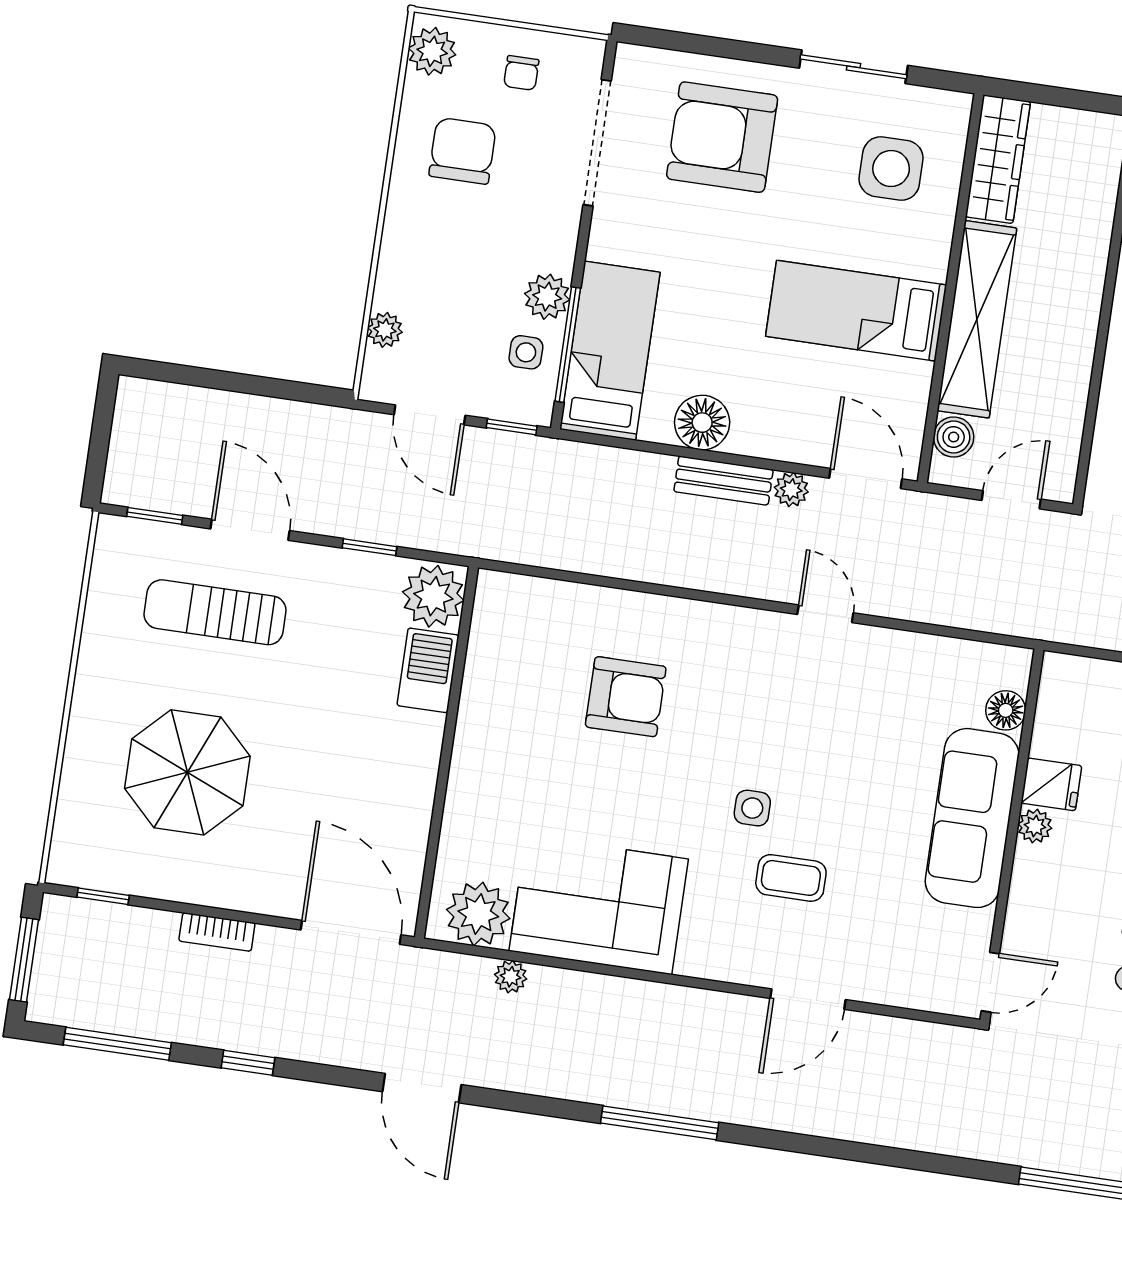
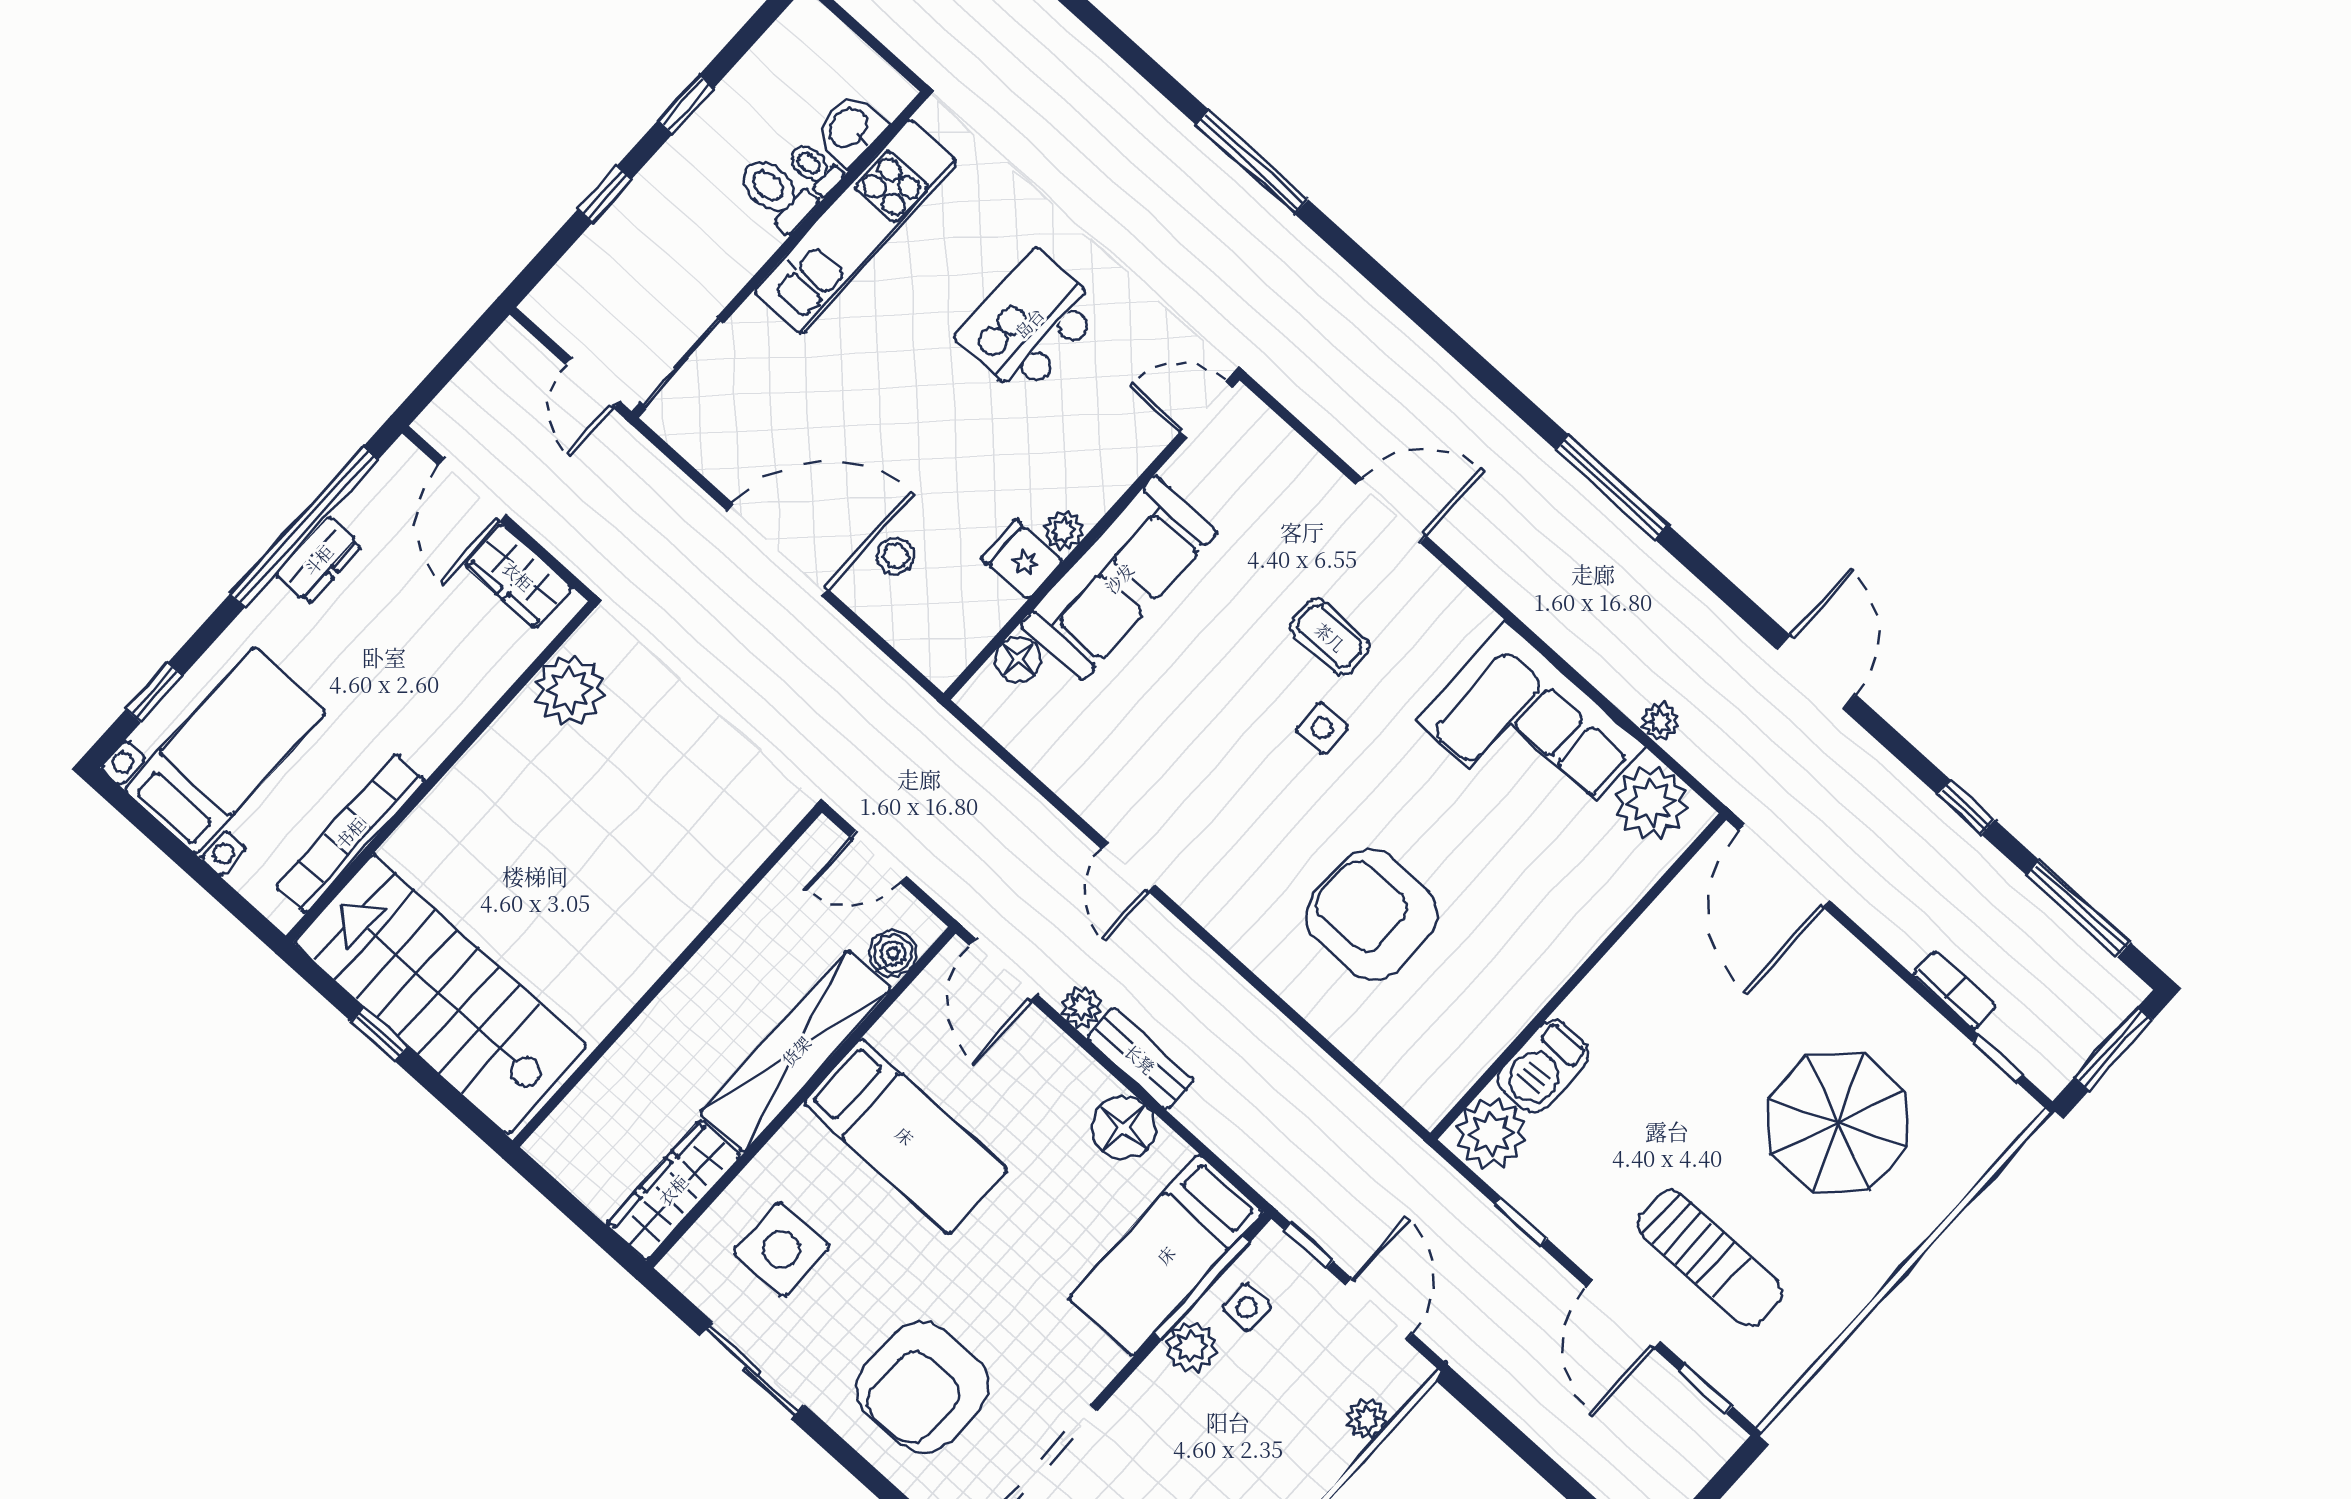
armchair: (722, 137) -> (922, 1387), turned 90
armchair: (626, 697) -> (1372, 915), width x1.36, depth x1.36
bookcase: (217, 932) -> (1954, 990), moved

